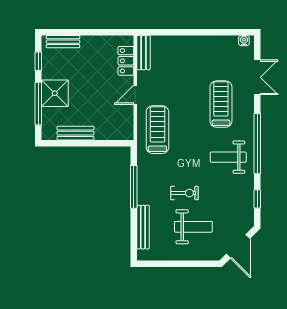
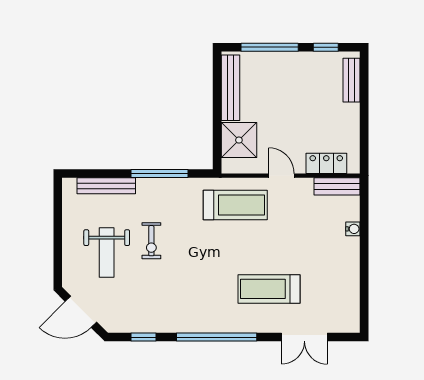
water cooler: (244, 41) -> (353, 229), moved
shower: (55, 93) -> (239, 140), moved
treadmill: (221, 104) -> (269, 289), turned 180
bench: (75, 133) -> (230, 88), width x1.36
weight bench: (228, 157) -> (199, 299), removed

